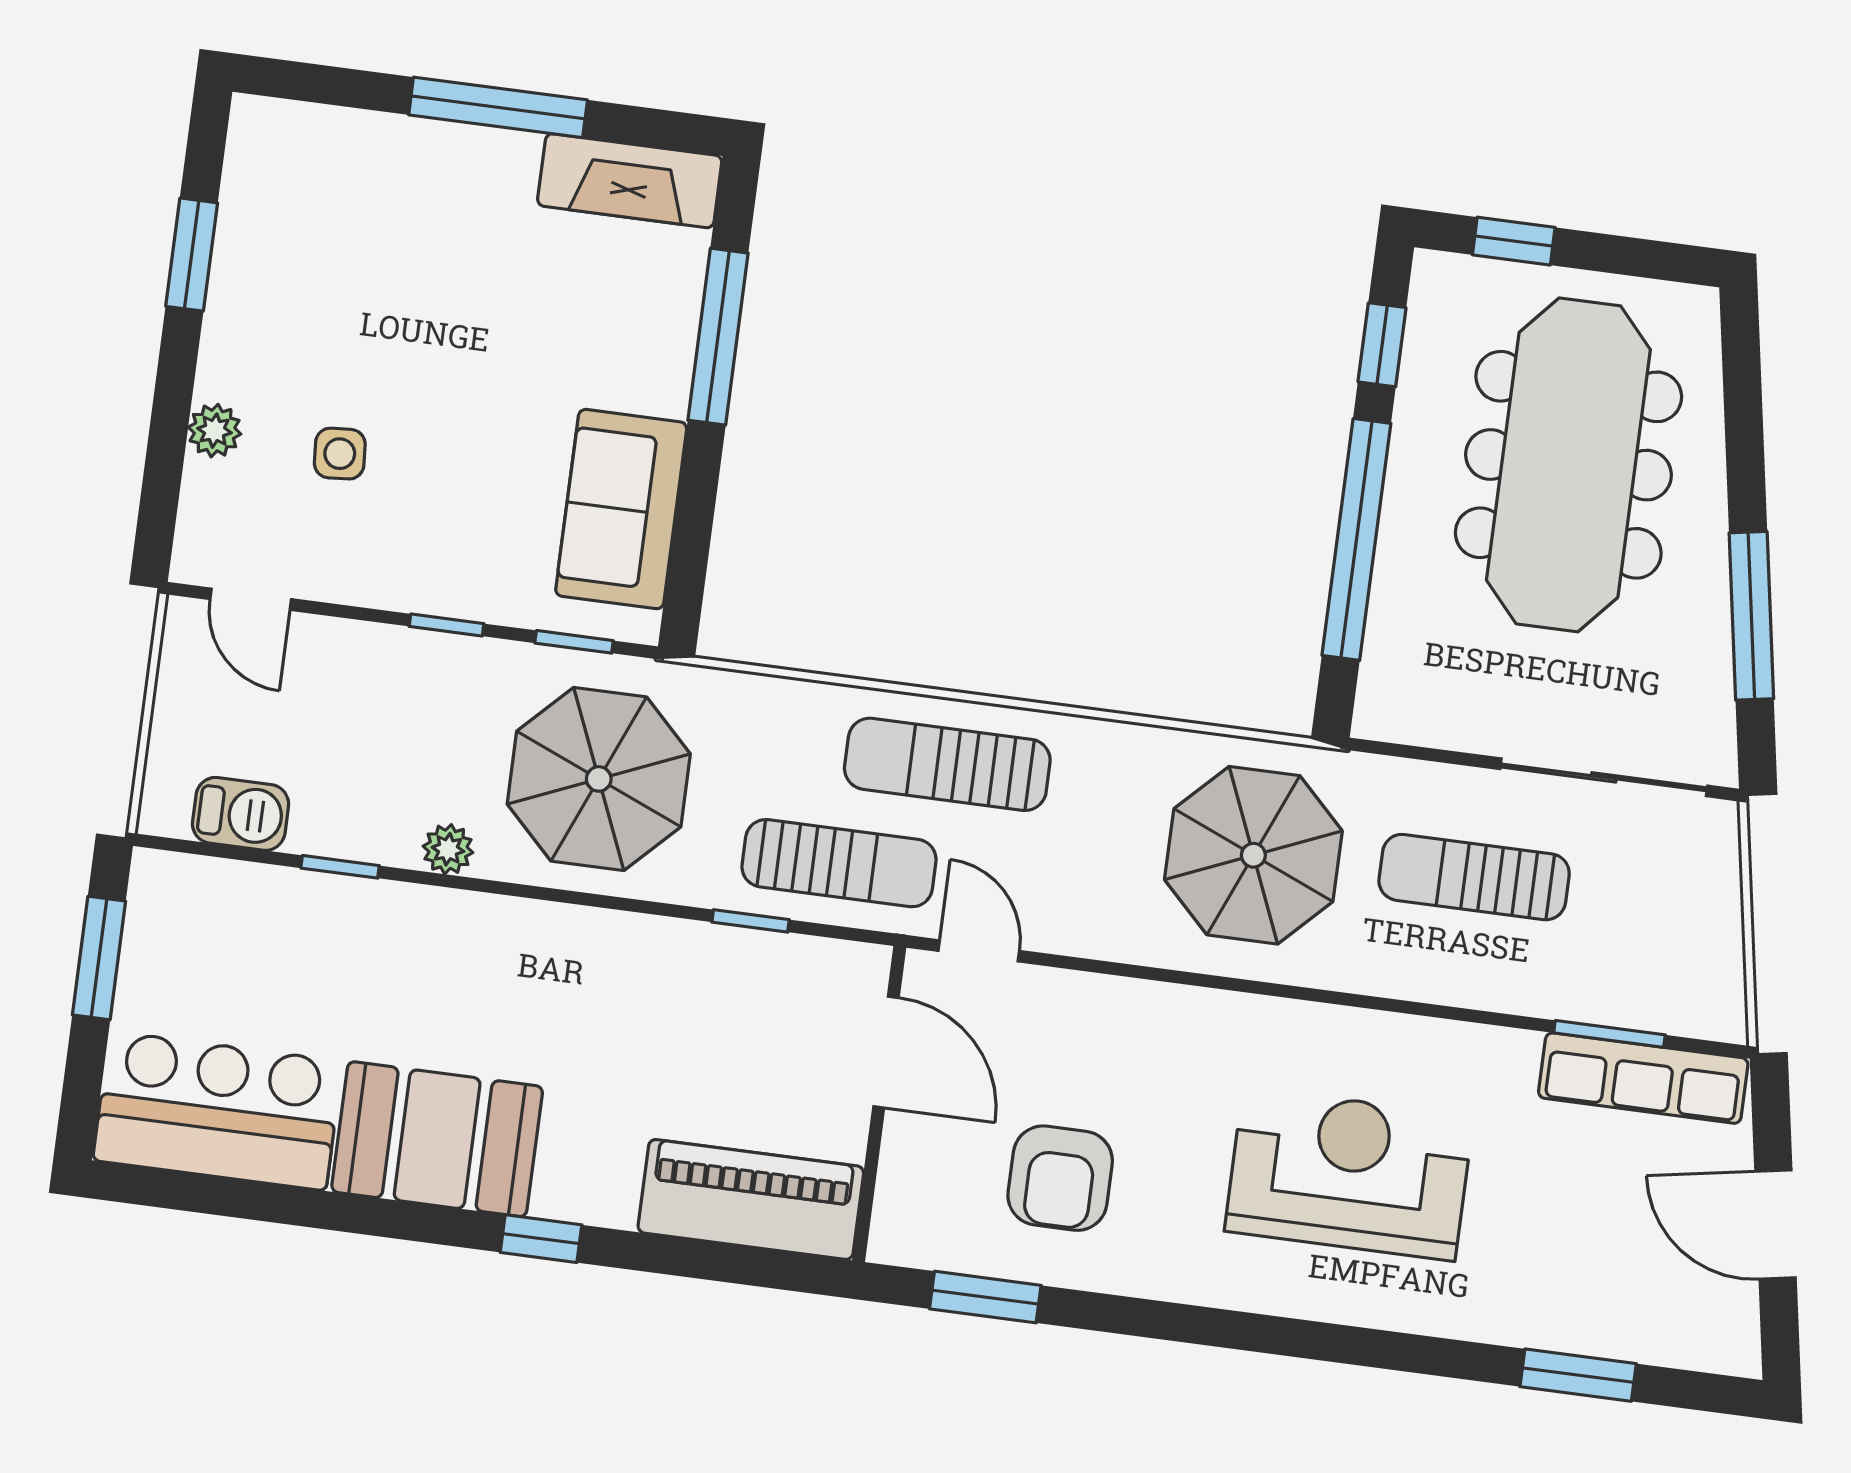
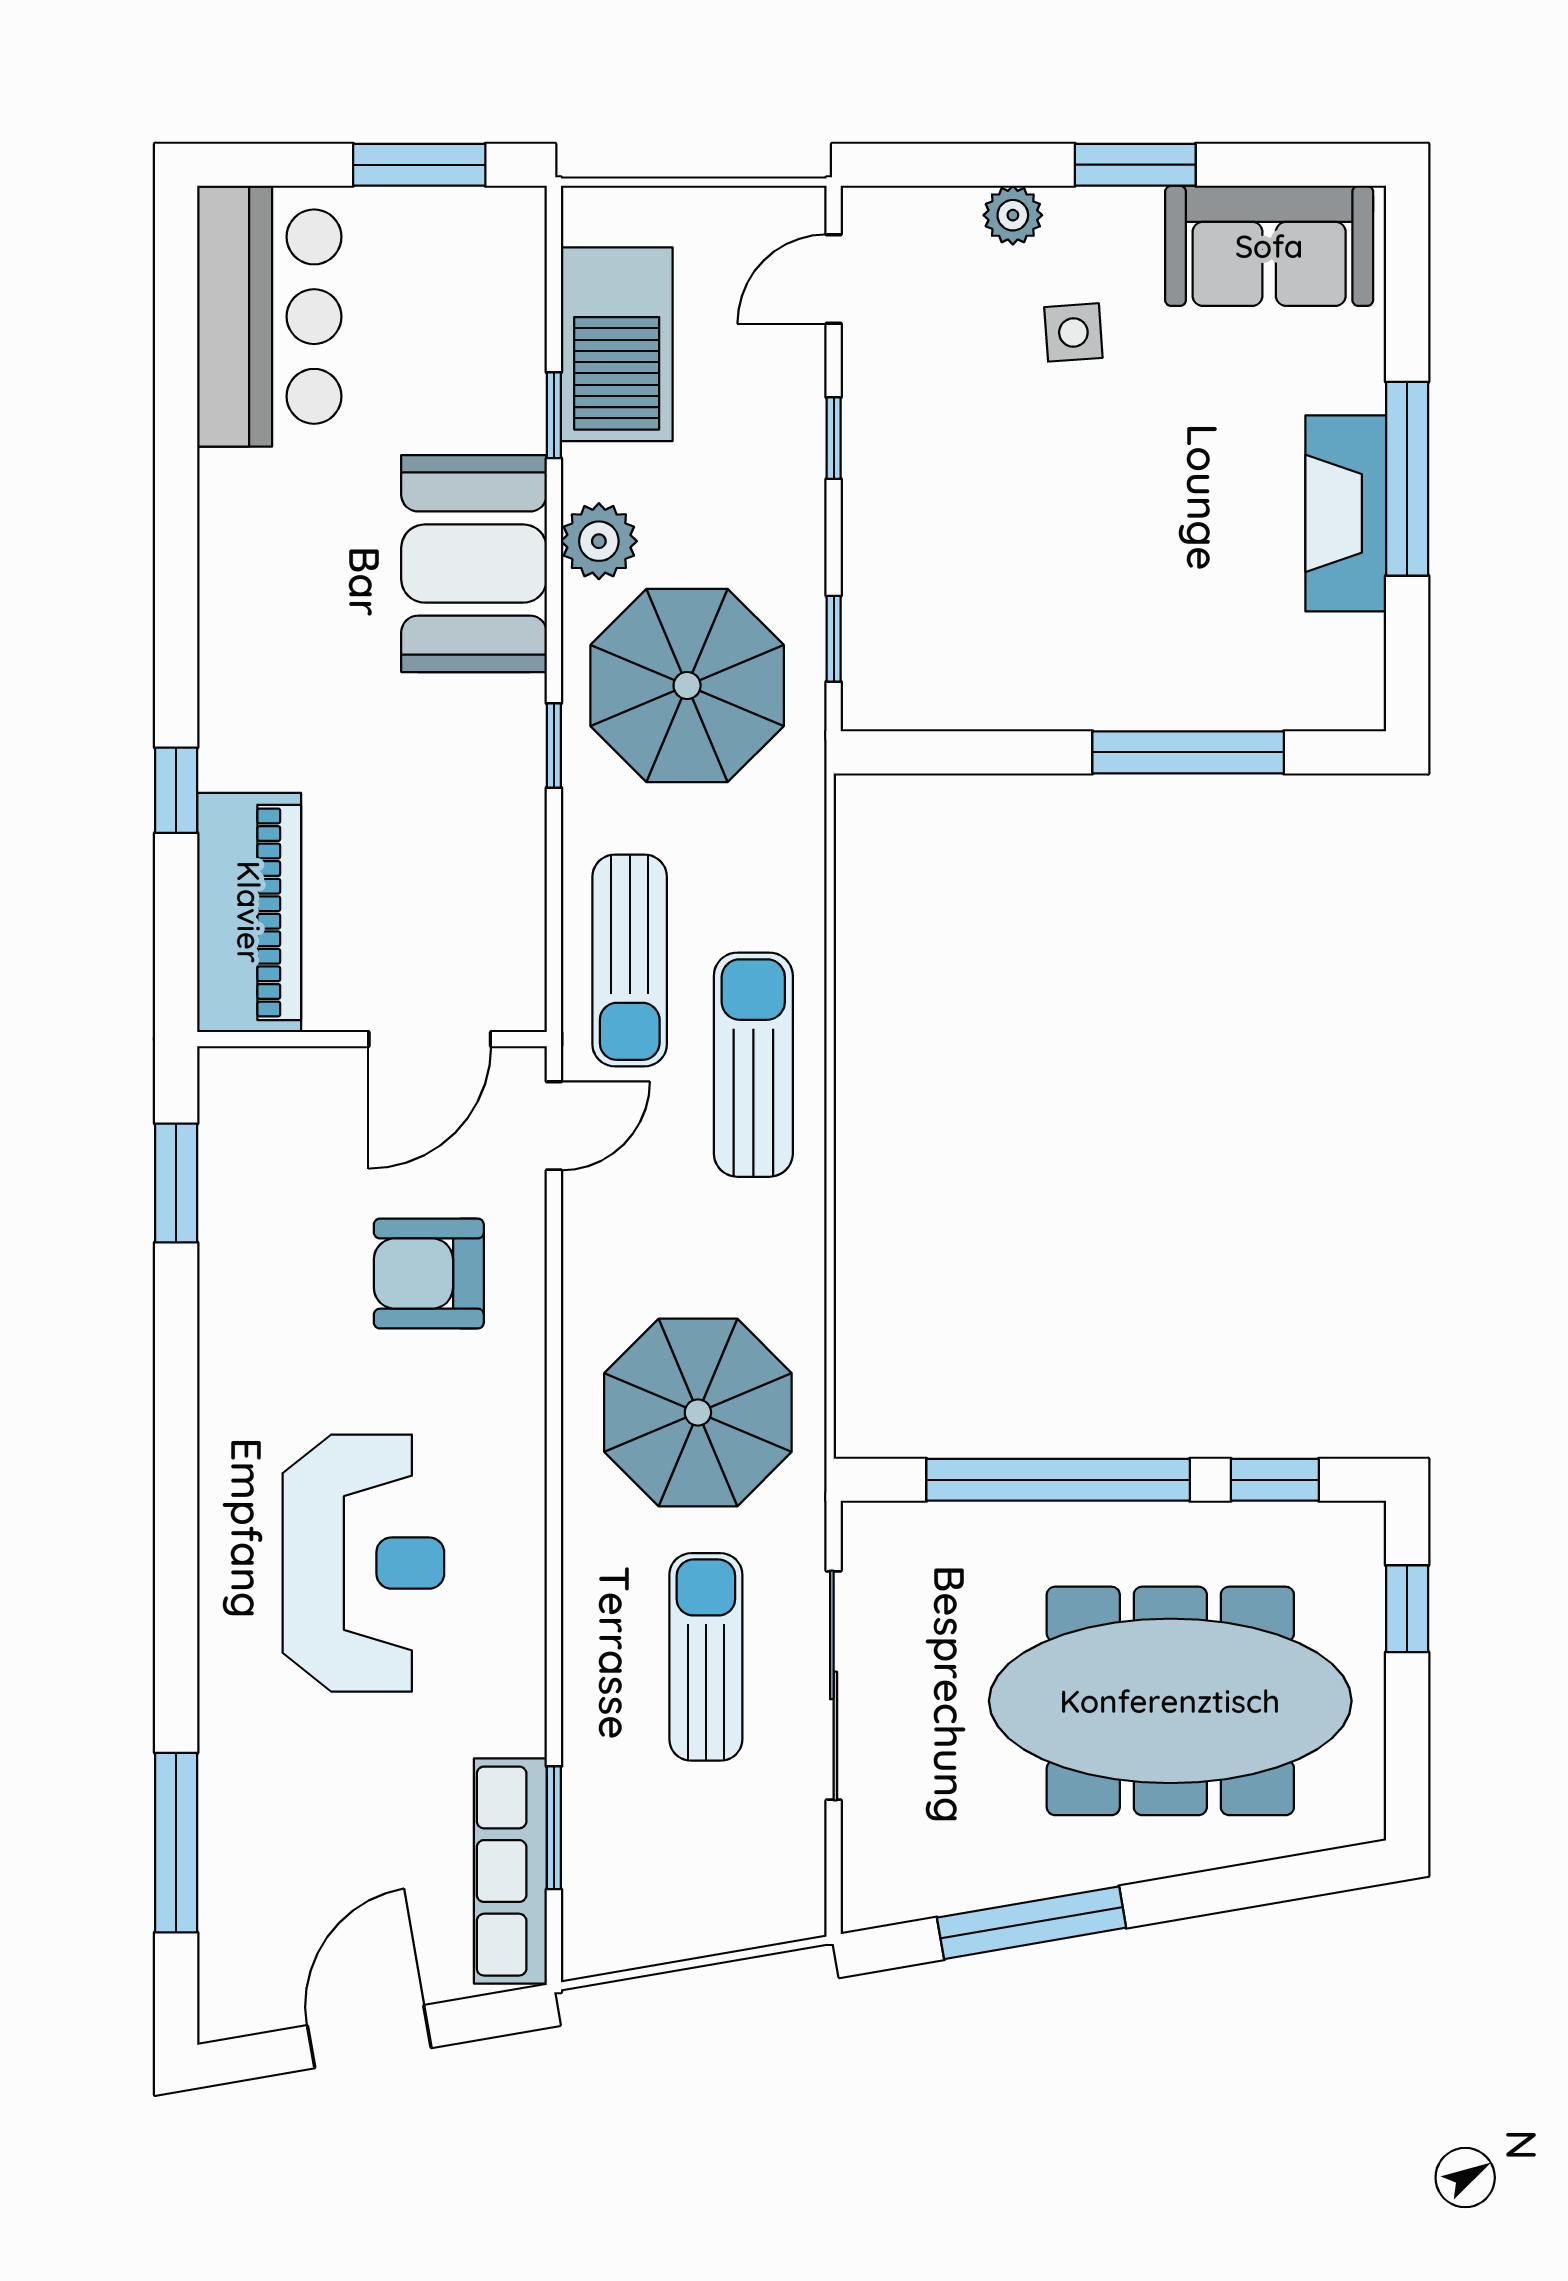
fireplace: (630, 181) -> (1346, 513), moved
window: (192, 255) -> (1135, 165), moved
side table: (340, 454) -> (1073, 332), moved
sofa: (621, 509) -> (1269, 246), moved, turned 180
window: (446, 625) -> (834, 438), moved
sliding door: (1604, 777) -> (834, 1685), moved
barbecue: (241, 814) -> (617, 344), width x1.88, depth x1.53
plant: (448, 849) -> (599, 541), width x1.38, depth x1.38
window: (751, 921) -> (554, 746), moved
booth: (437, 1139) -> (474, 564), moved
armchair: (1060, 1178) -> (429, 1274), moved
window: (541, 1239) -> (176, 790), moved
window: (1578, 1375) -> (176, 1843), width x1.44

